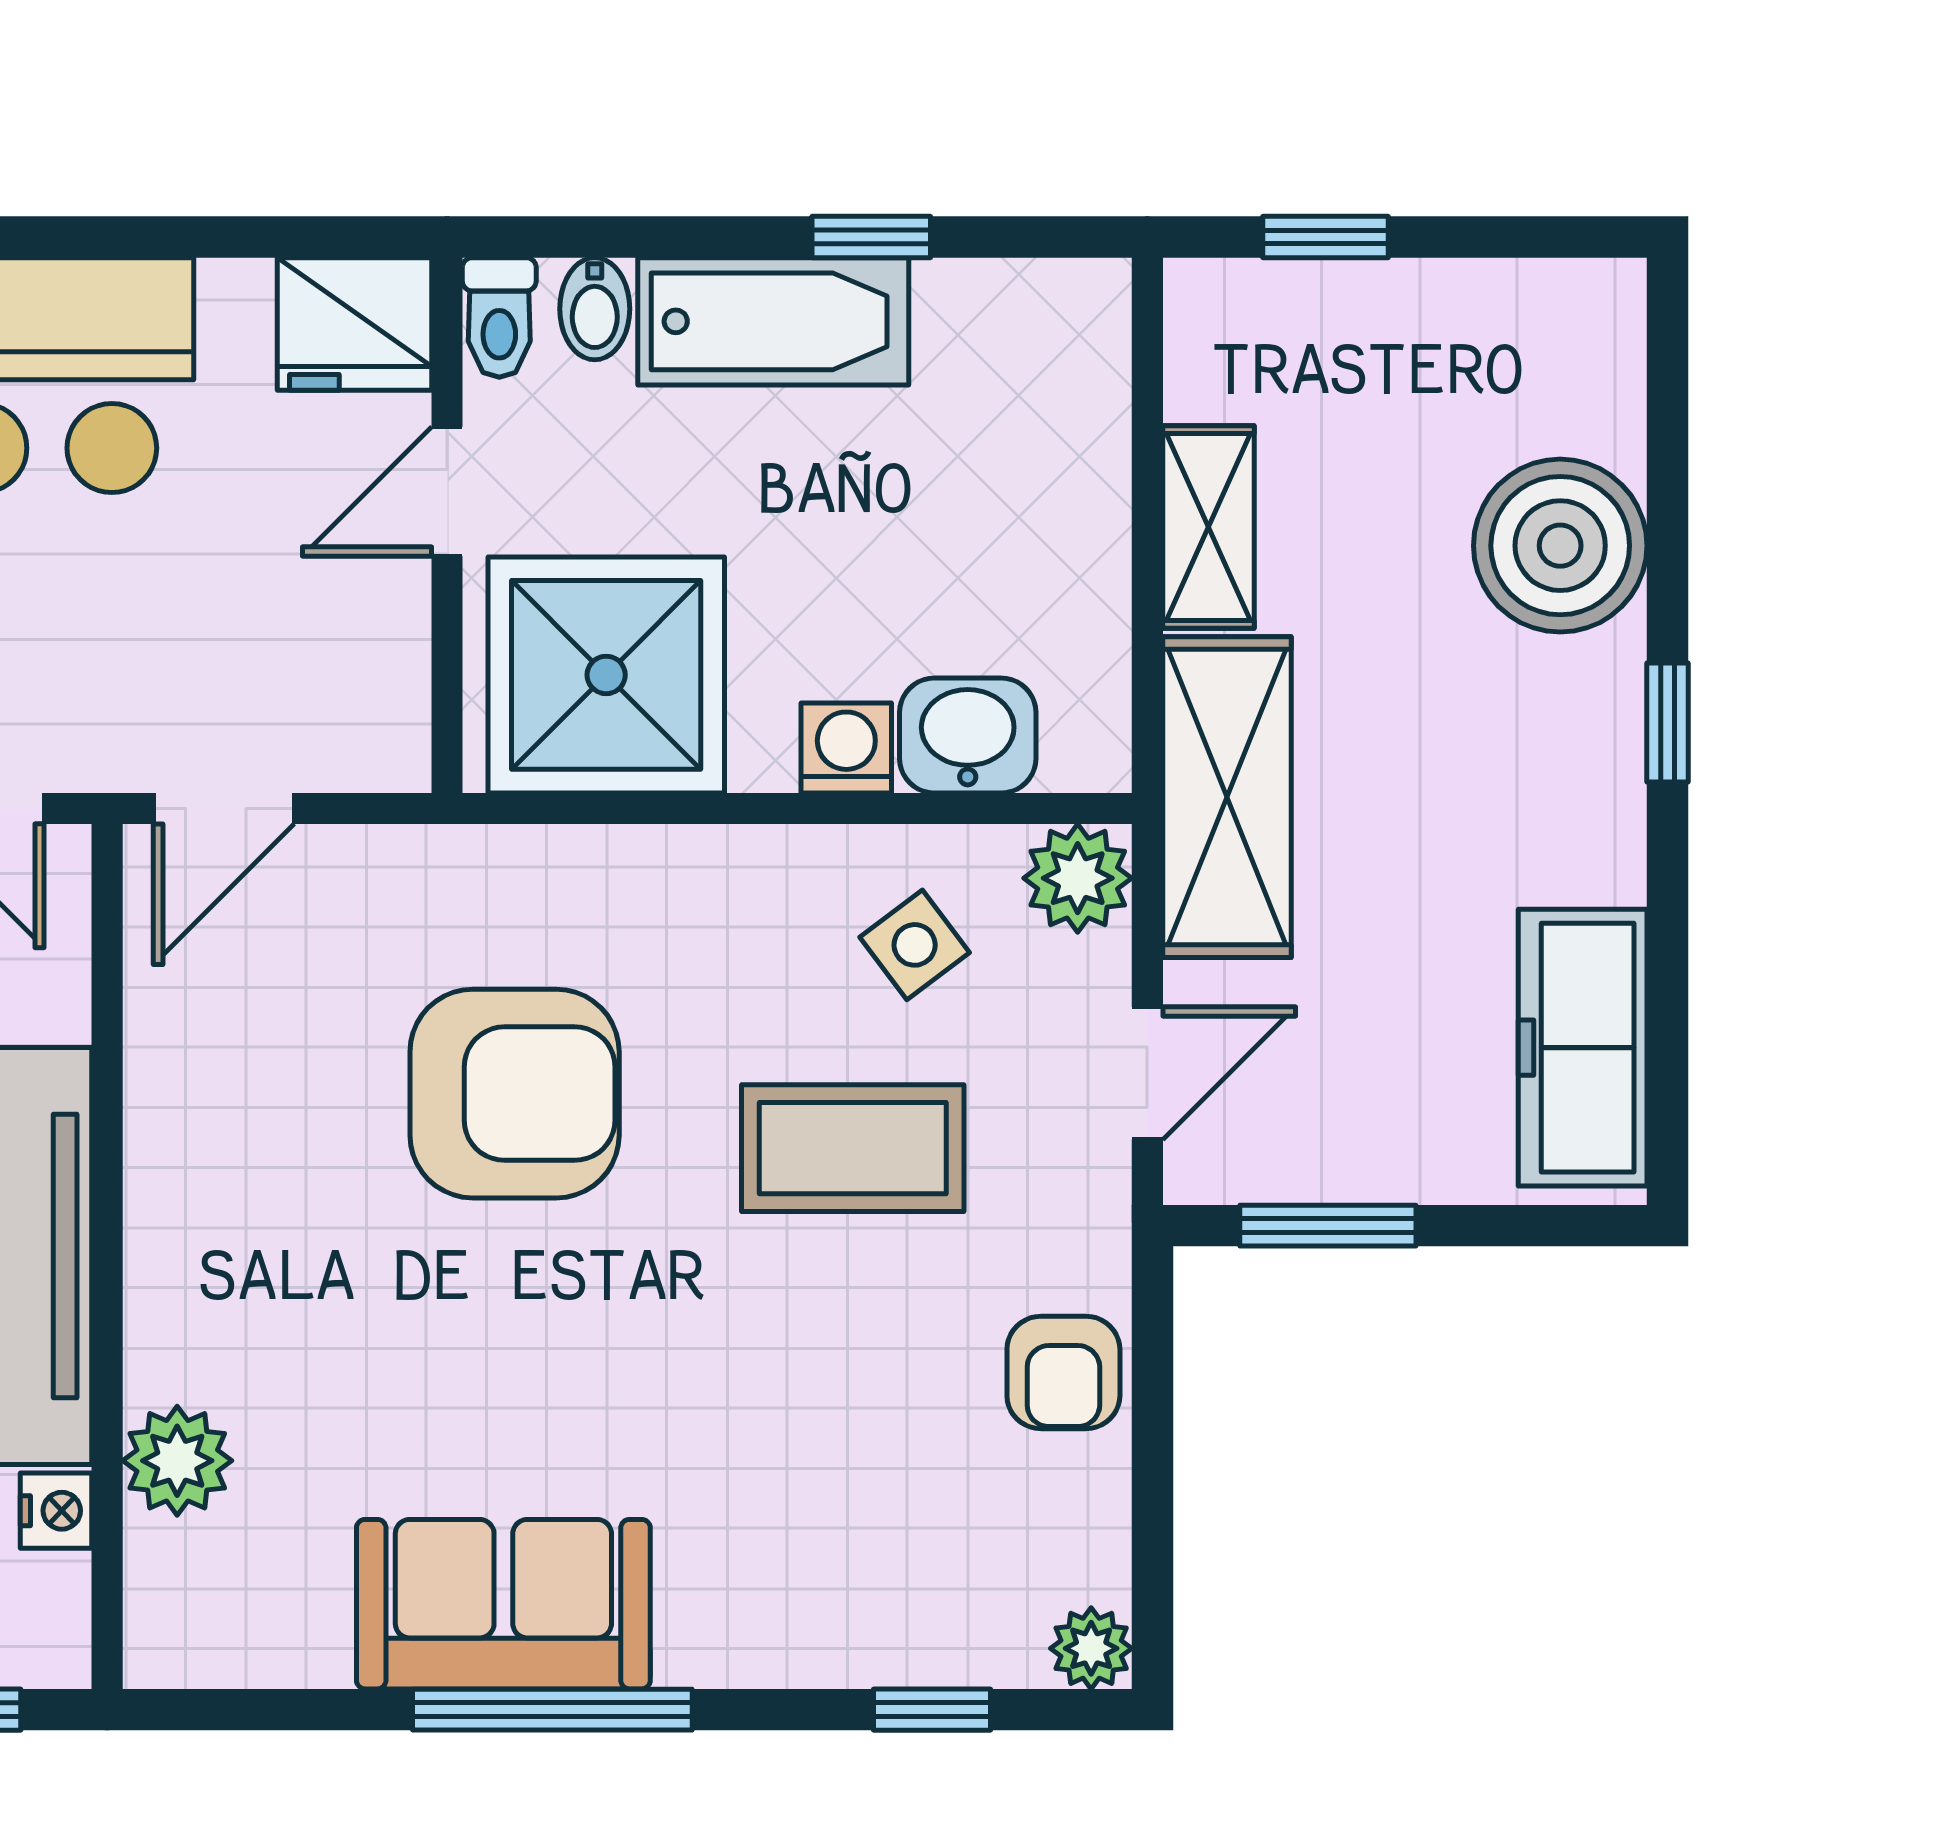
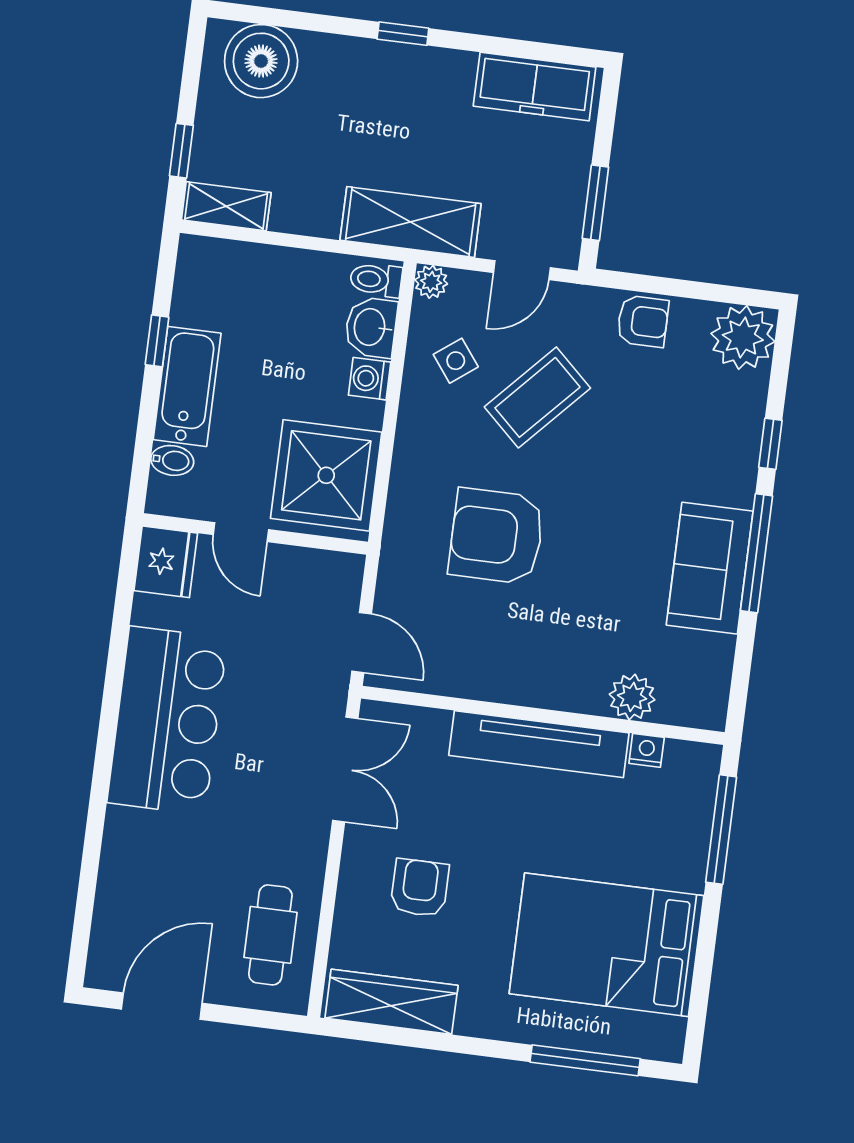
toilet: (499, 317) -> (376, 280), moved, turned 180
shelving: (1208, 527) -> (226, 206), moved
boiler: (1560, 546) -> (261, 61), moved
plant: (1078, 878) -> (431, 282), width x0.73, depth x0.73
door: (1147, 1073) -> (522, 270), swing flipped
armchair: (515, 1094) -> (496, 536), turned -90
coffee table: (853, 1148) -> (537, 397), turned 43
plant: (1091, 1648) -> (743, 337), width x1.88, depth x1.88
window: (932, 1710) -> (770, 444), moved

